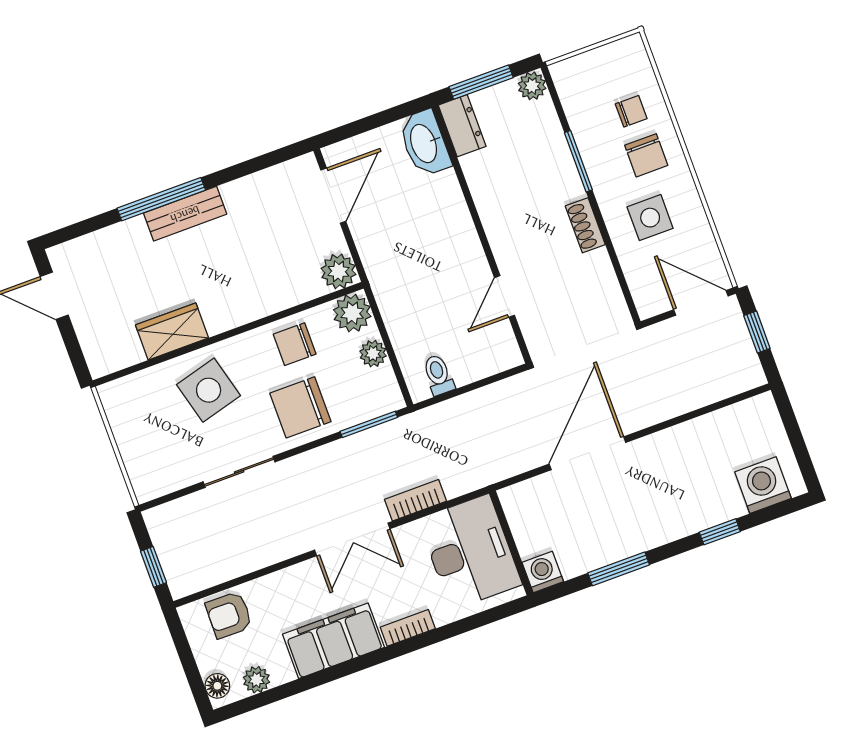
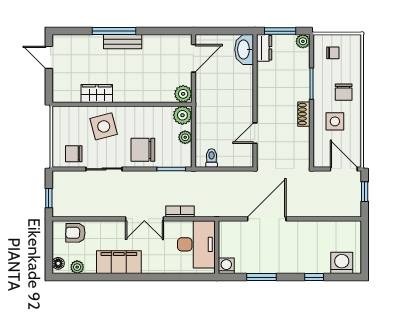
chair: (631, 111) -> (333, 53), moved
chair: (295, 344) -> (74, 154), moved
bookcase: (408, 628) -> (155, 269), removed

